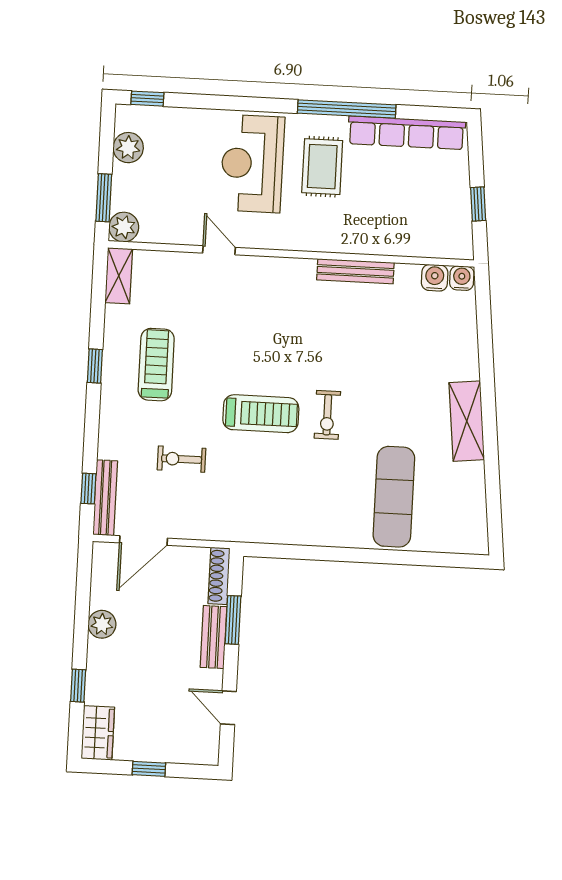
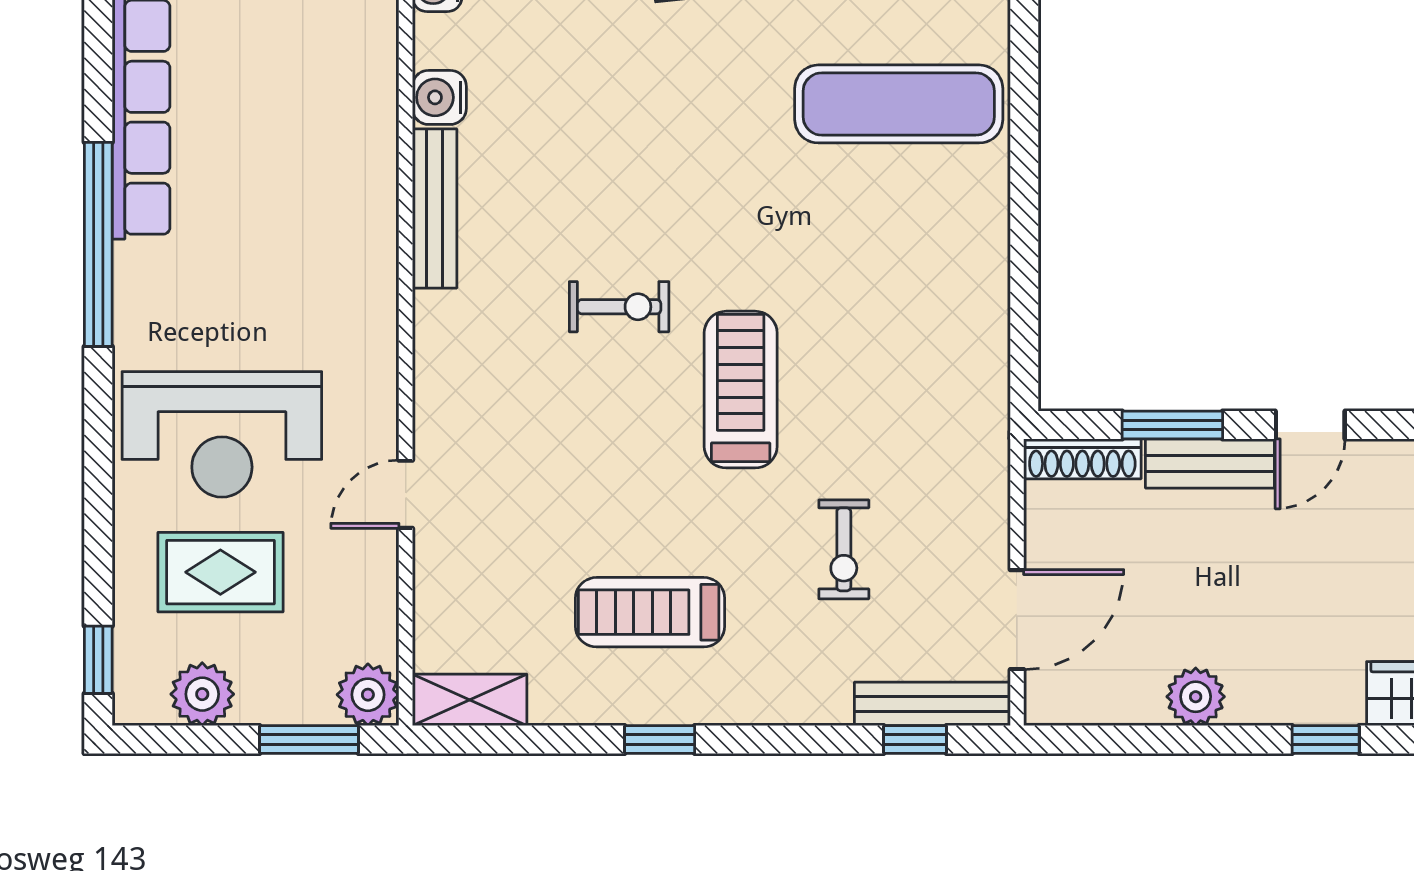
rug: (322, 167) -> (220, 572), moved
water cooler: (435, 278) -> (439, 97), moved
exercise bike: (327, 415) -> (619, 307), moved
door: (143, 540) -> (1017, 620), hinge flipped
door: (228, 708) -> (1310, 425), moved

